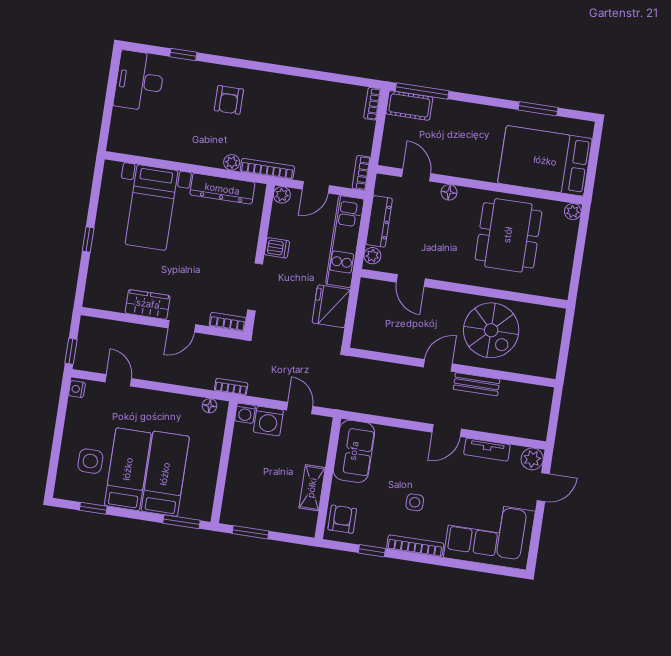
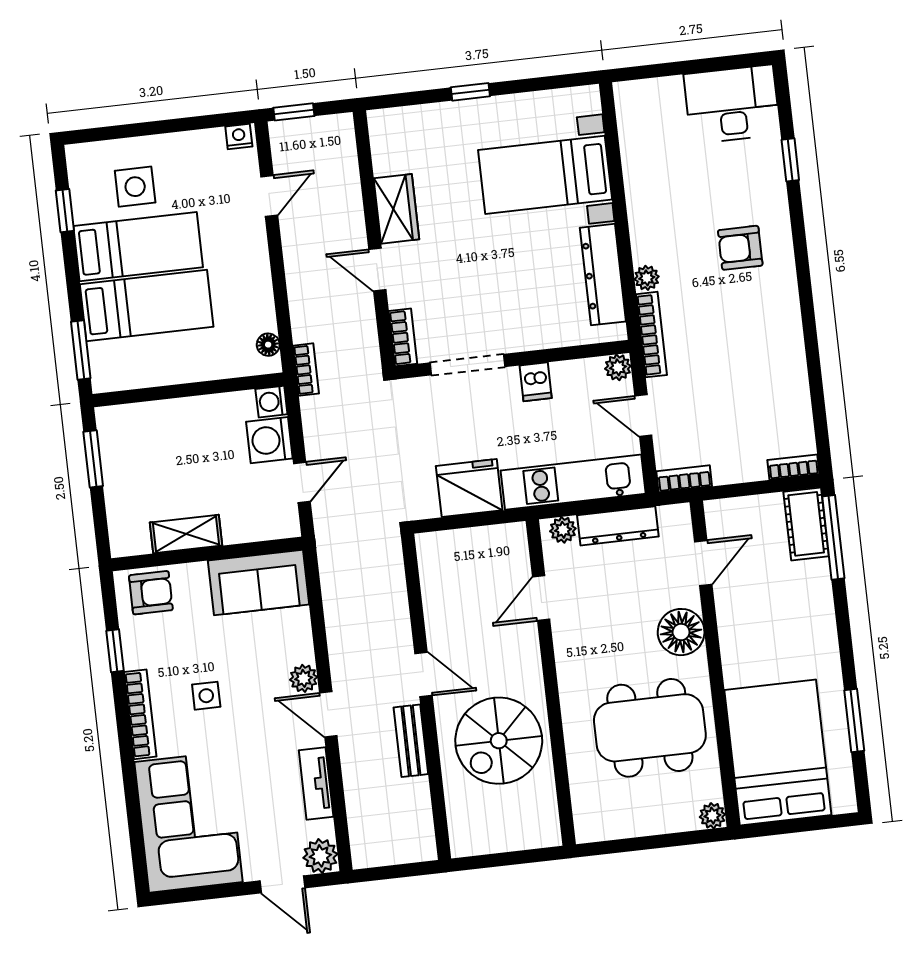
floor lamp: (449, 192) -> (681, 632), width x1.89, depth x1.89
plant: (420, 440) -> (304, 678), added

